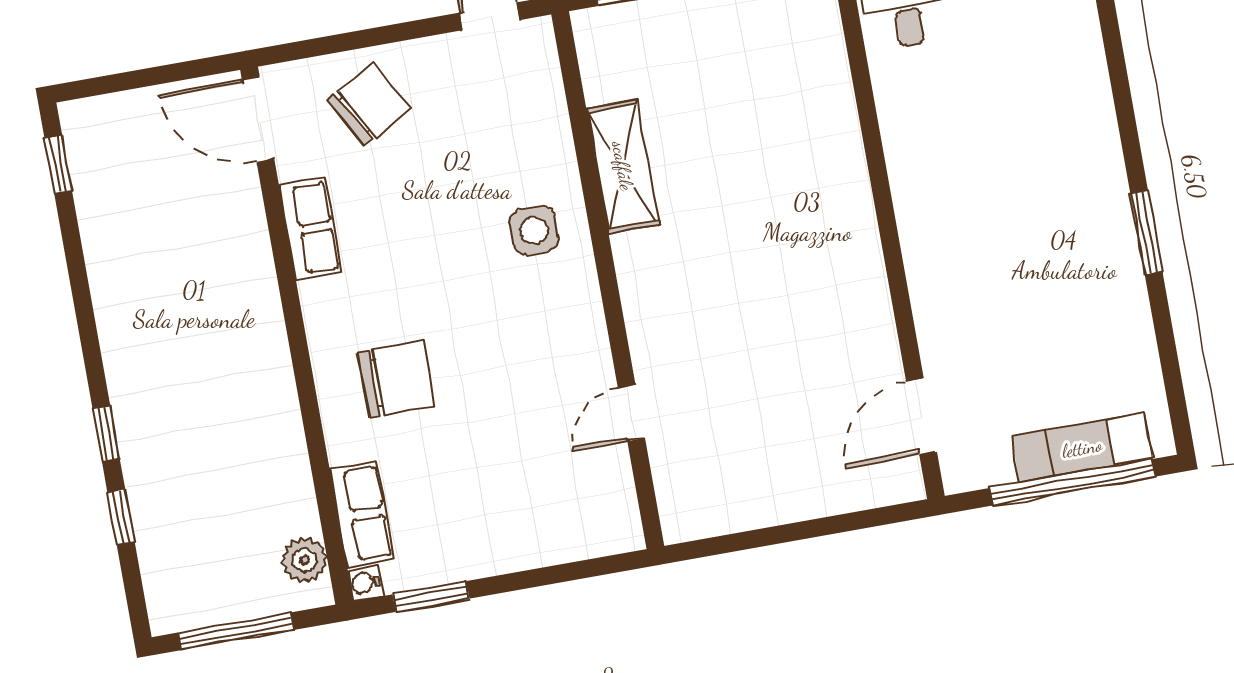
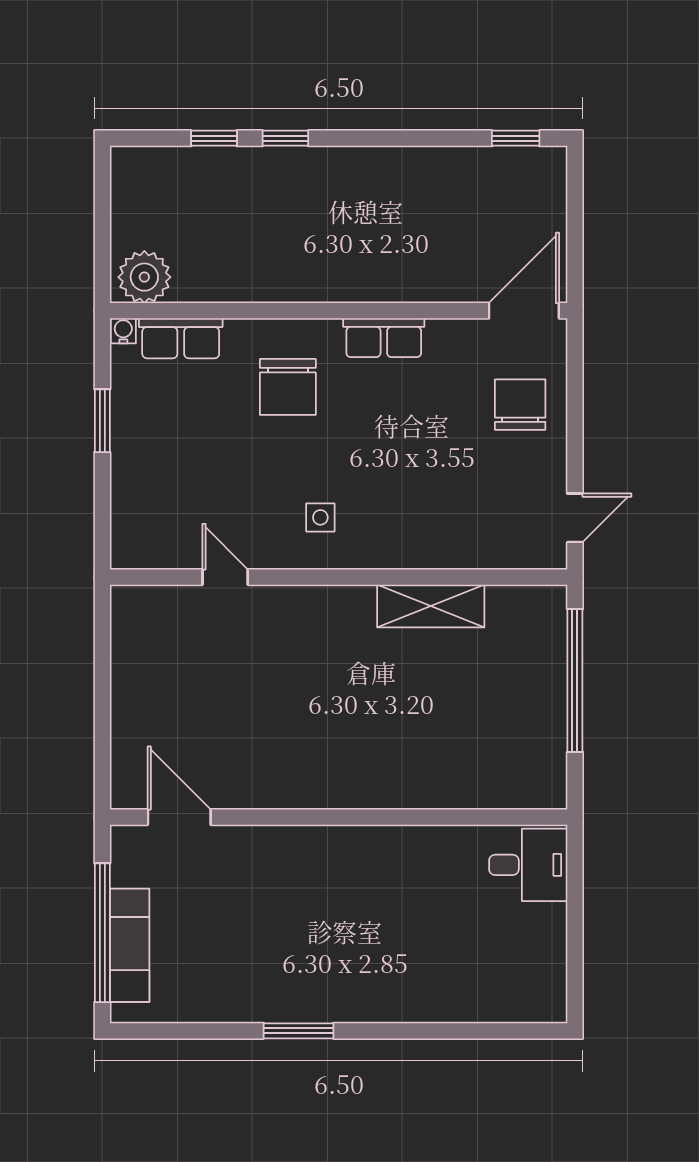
chair: (369, 104) -> (520, 405), turned -151
row of seats: (310, 229) -> (384, 338), moved
side table: (534, 230) -> (320, 517), moved, width x0.73, depth x0.73
plant: (304, 560) -> (144, 277), width x1.36, depth x1.36
window: (431, 597) -> (102, 421), moved
window: (236, 631) -> (102, 217), removed

